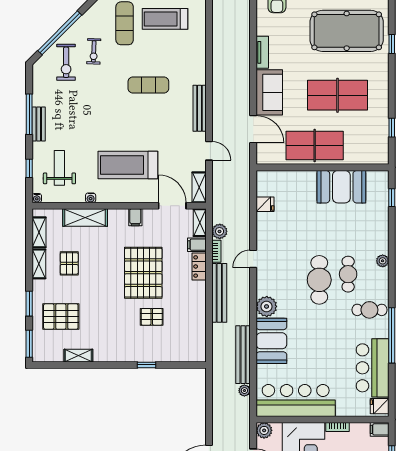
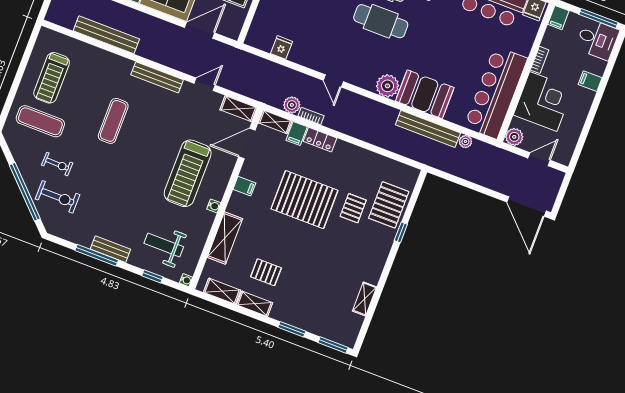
water cooler: (91, 198) -> (214, 206), moved
bench: (219, 293) -> (106, 35), moved
pallet: (61, 317) -> (389, 205), moved

